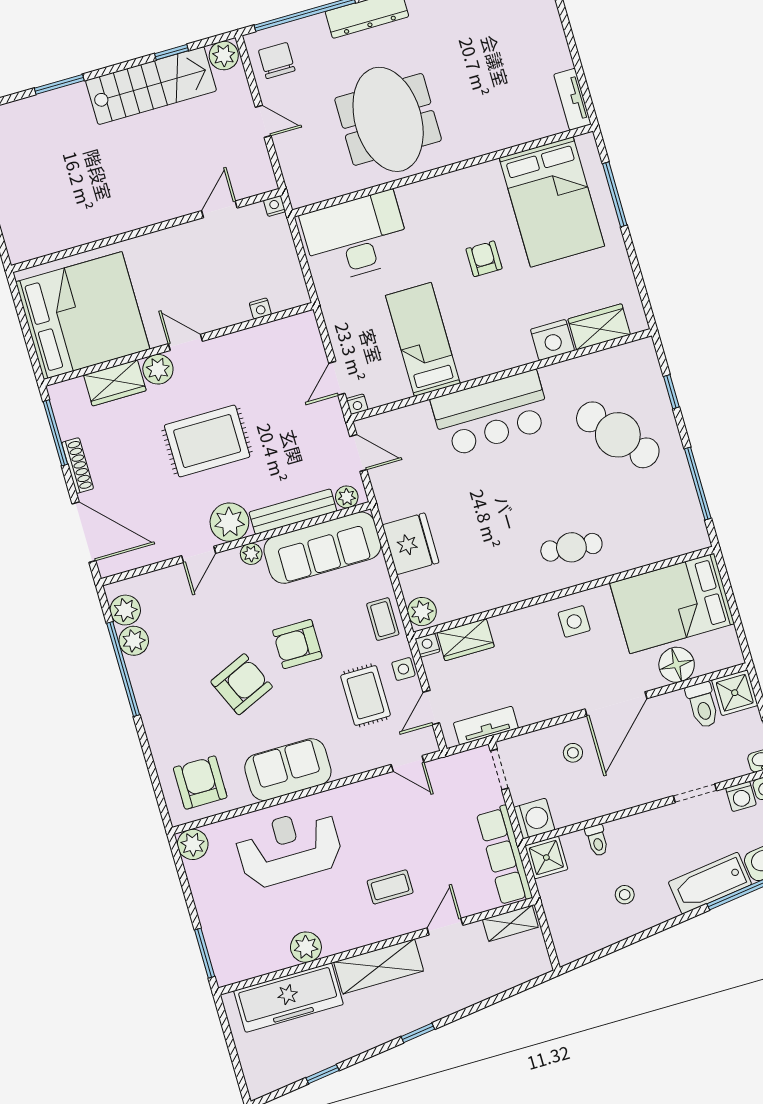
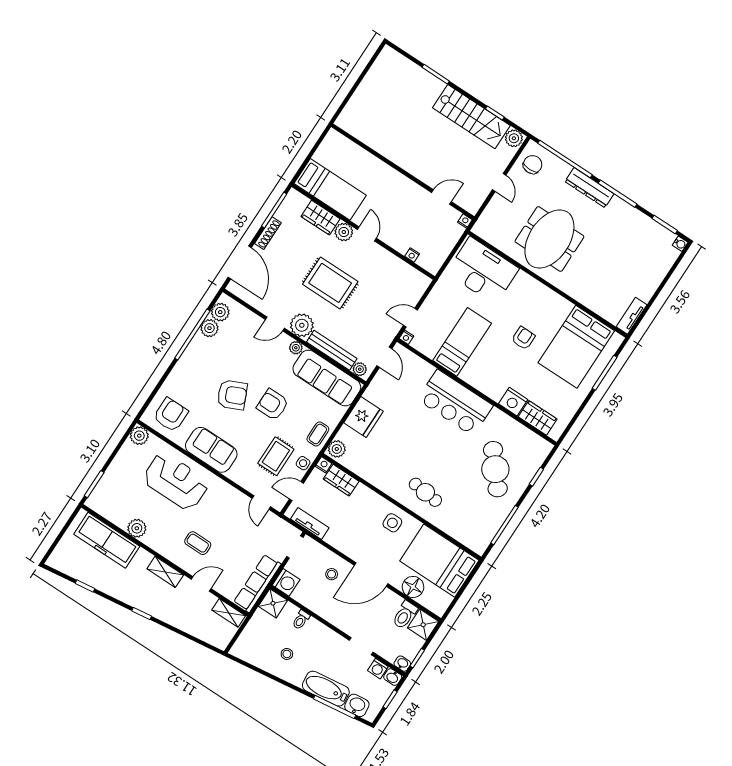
bed: (83, 316) -> (330, 189), width x0.49
shelving: (379, 966) -> (165, 572), width x0.67, depth x0.75

